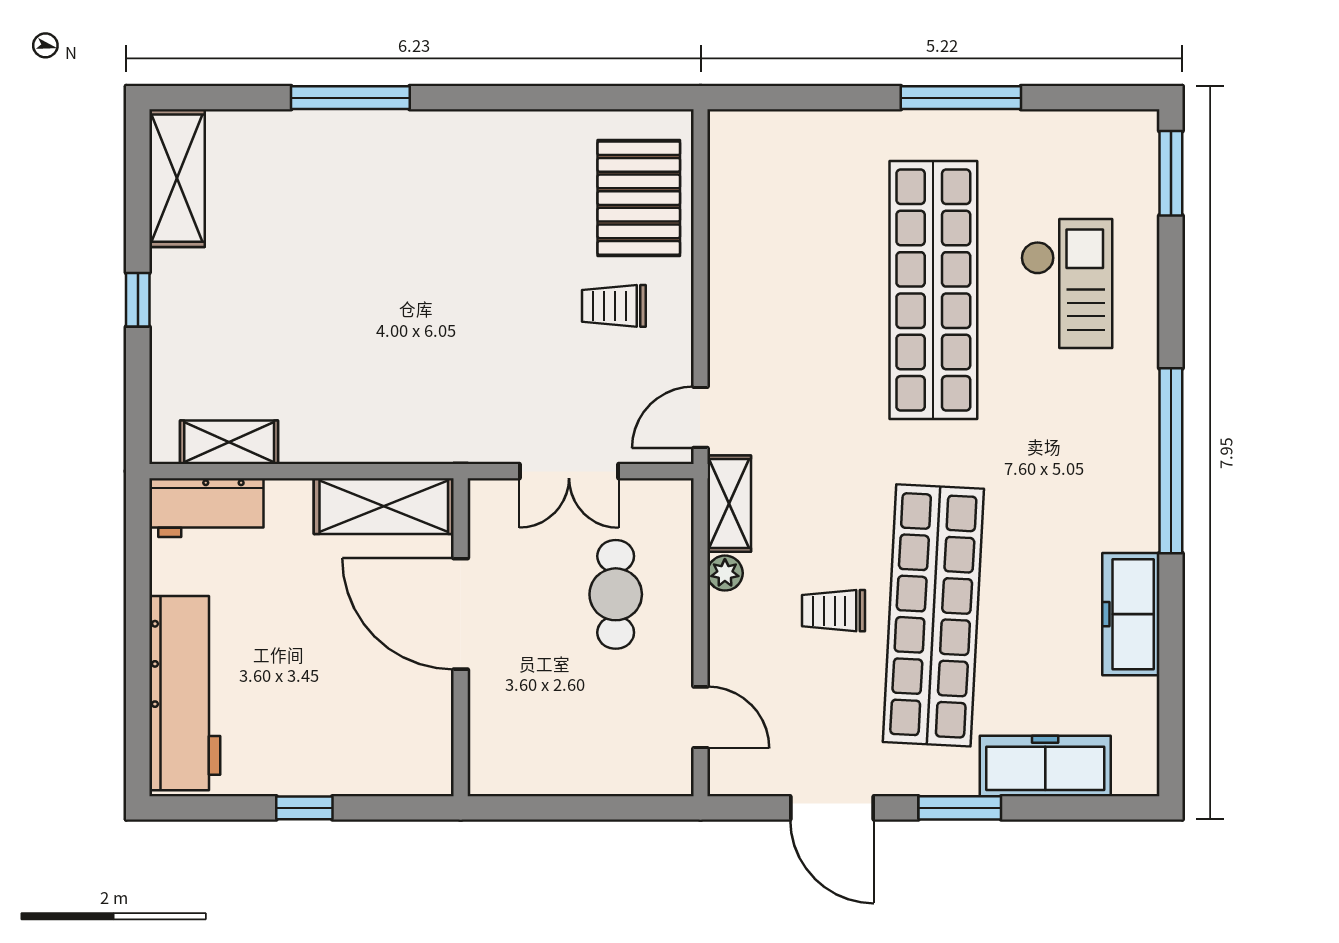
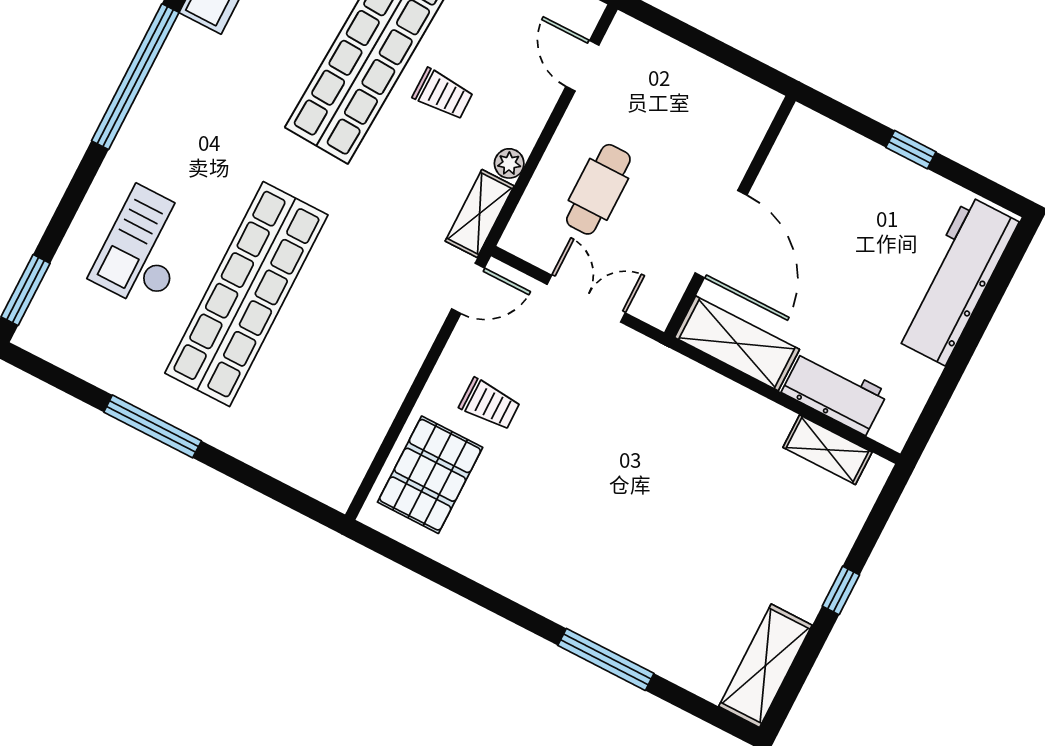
workbench: (206, 508) -> (835, 392), moved

